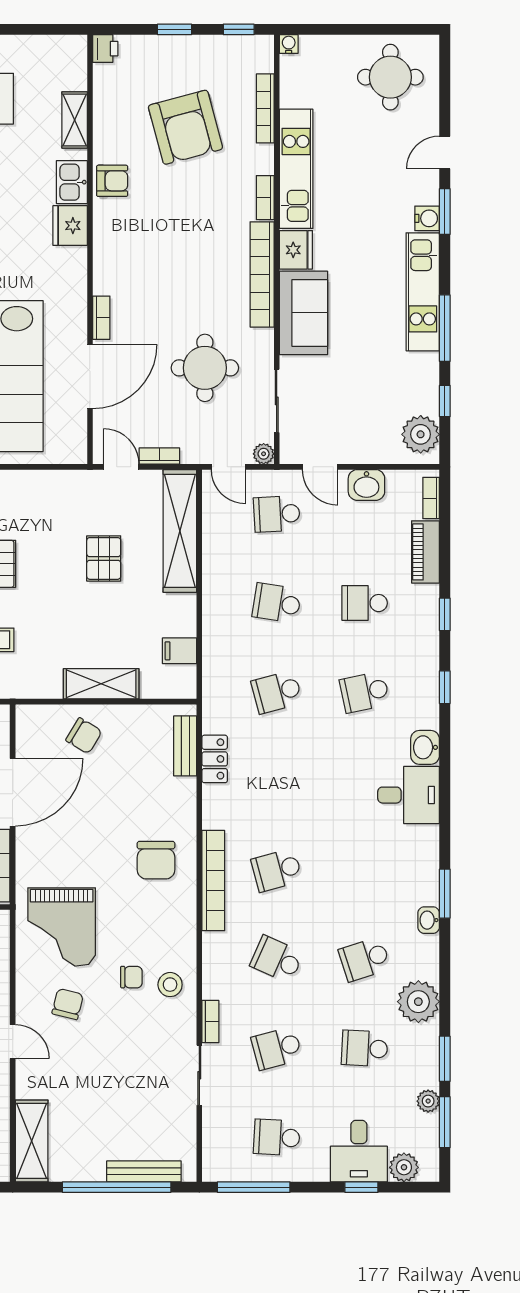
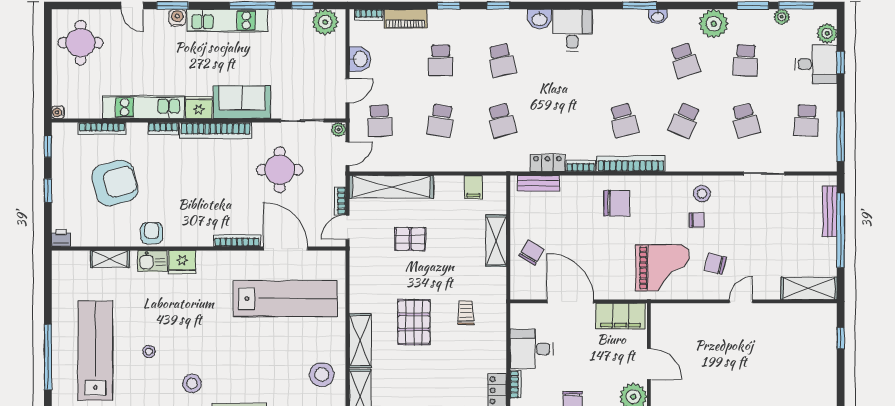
bookcase: (101, 318) -> (237, 241), width x1.56
chair: (131, 977) -> (697, 220), turned 90
bookcase: (210, 1022) -> (581, 166), moved

